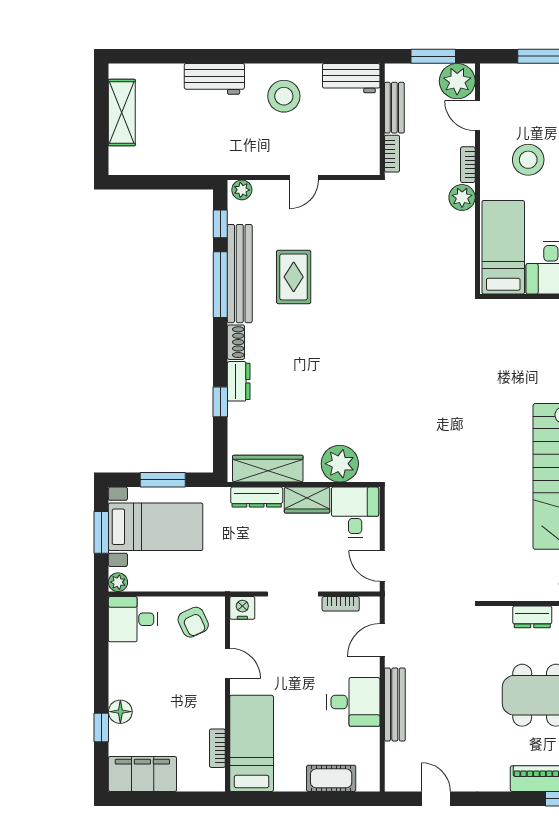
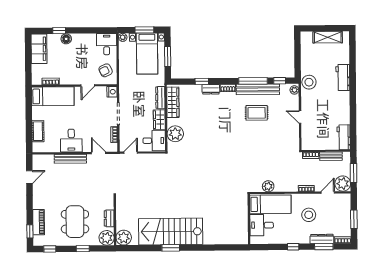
stool: (284, 96) -> (309, 82), moved
plant: (462, 197) -> (268, 186), moved

